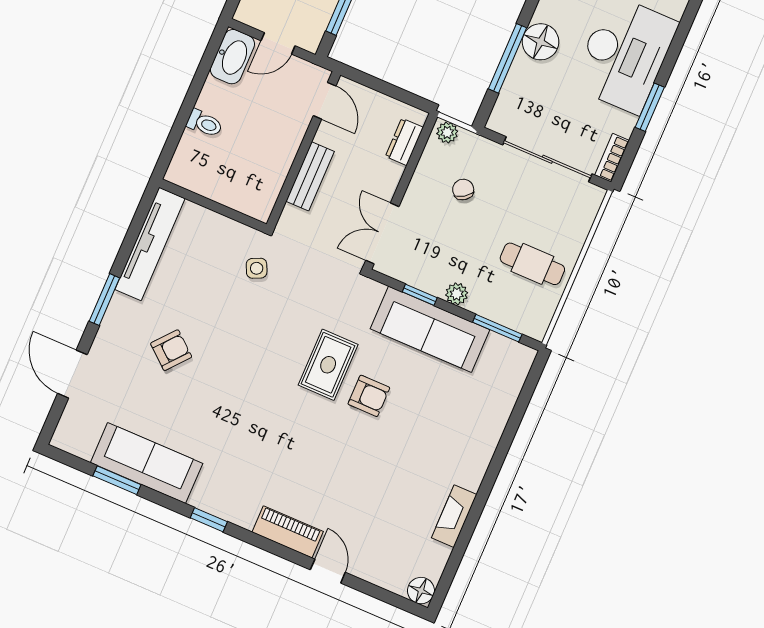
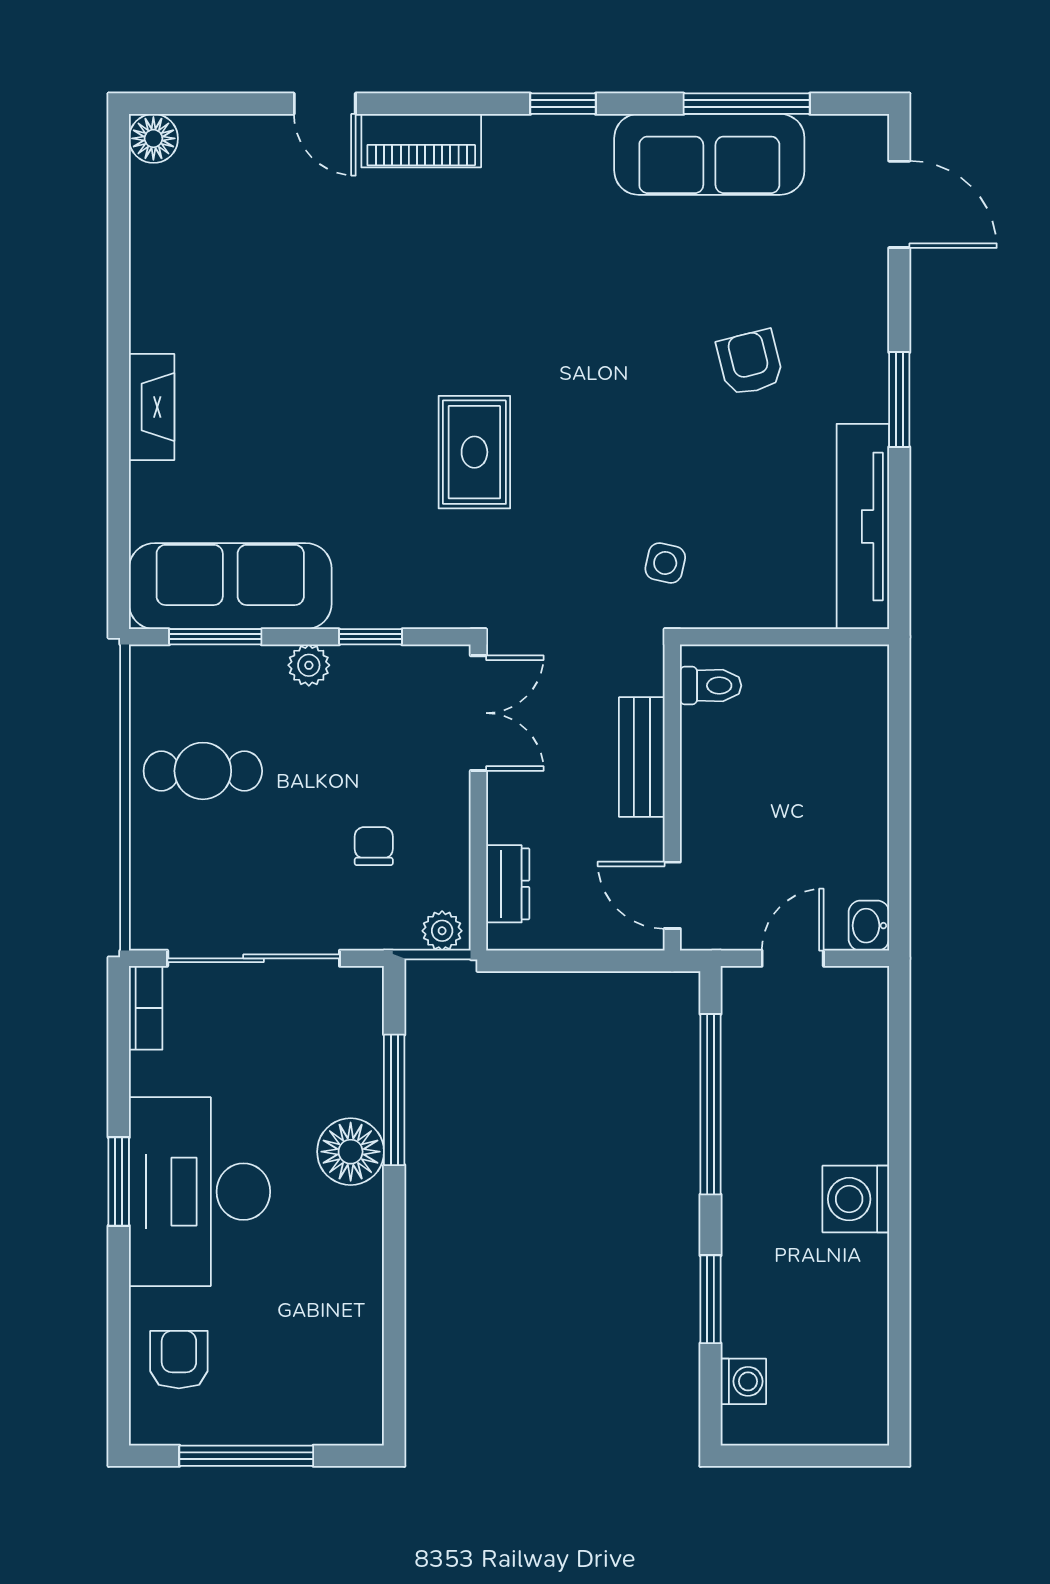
washbasin: (232, 57) -> (869, 926), width x0.52, depth x0.69
window: (650, 107) -> (119, 1182), moved
toilet: (205, 123) -> (711, 686), moved, turned 180
chair: (463, 189) -> (374, 846), turned -146
side table: (257, 268) -> (665, 563), turned 38
sofa: (430, 329) -> (230, 586), moved
armchair: (171, 350) -> (750, 363), turned 126
door: (72, 374) -> (899, 204), moved
armchair: (369, 396) -> (383, 429), removed
window: (117, 480) -> (747, 104), width x1.44
fireplace: (454, 516) -> (152, 407), moved

